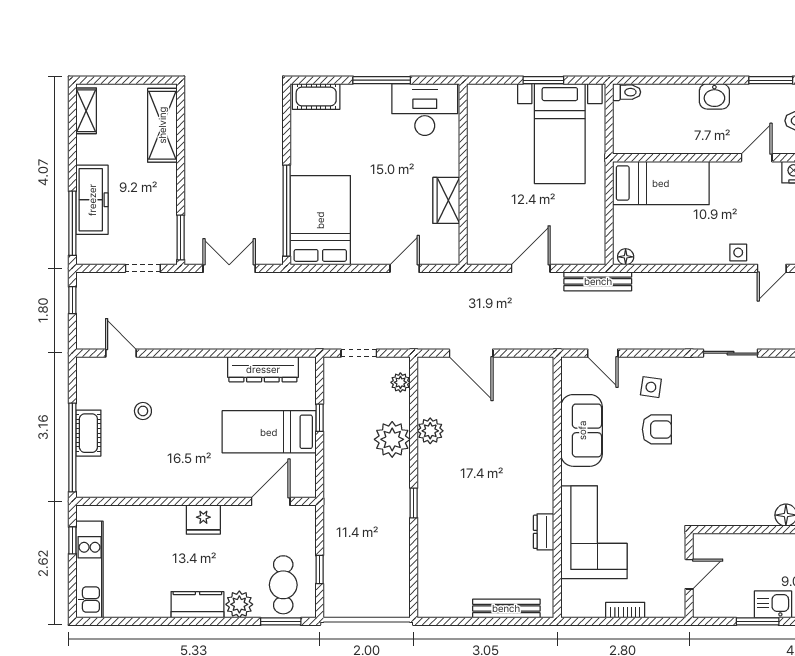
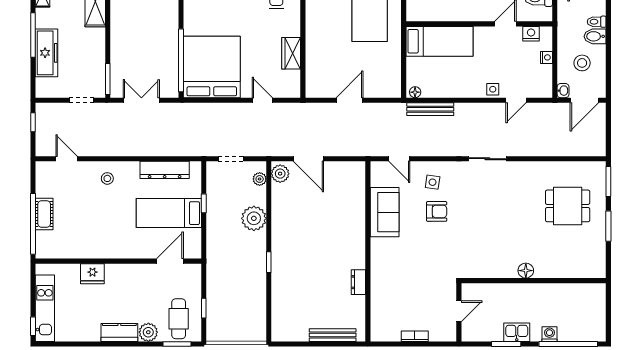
bed: (320, 220) -> (212, 67), width x1.36
window: (72, 223) -> (33, 35), moved
door: (405, 268) -> (262, 100), hinge flipped
bench: (598, 281) -> (430, 109), moved
stool: (143, 411) -> (107, 178), moved
plant: (430, 431) -> (280, 174), moved
fridge: (203, 520) -> (92, 274), moved
corner sofa: (594, 532) -> (393, 282), removed
window: (72, 540) -> (33, 326), moved

